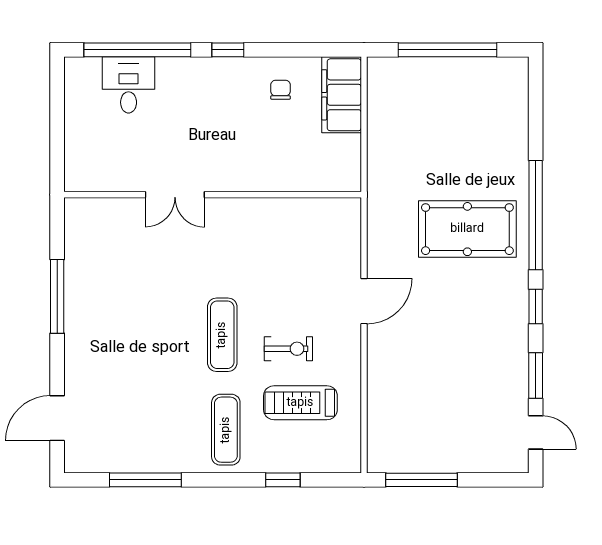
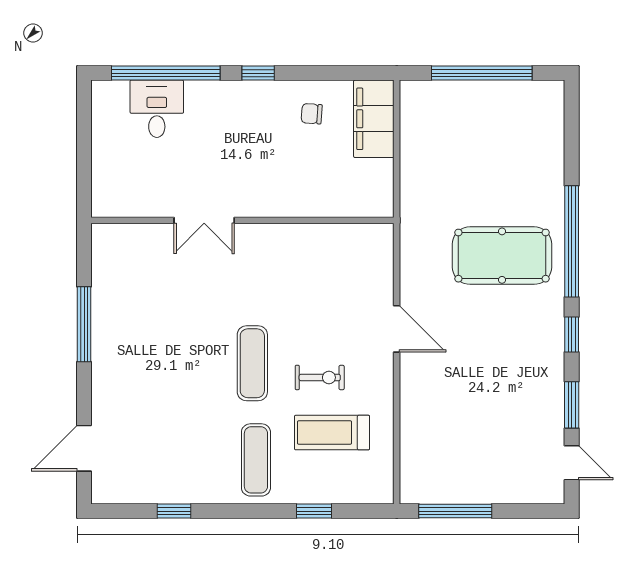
chair: (281, 90) -> (312, 114), turned -86
door: (364, 301) -> (397, 329), hinge flipped
window: (145, 480) -> (174, 511), width x0.46

